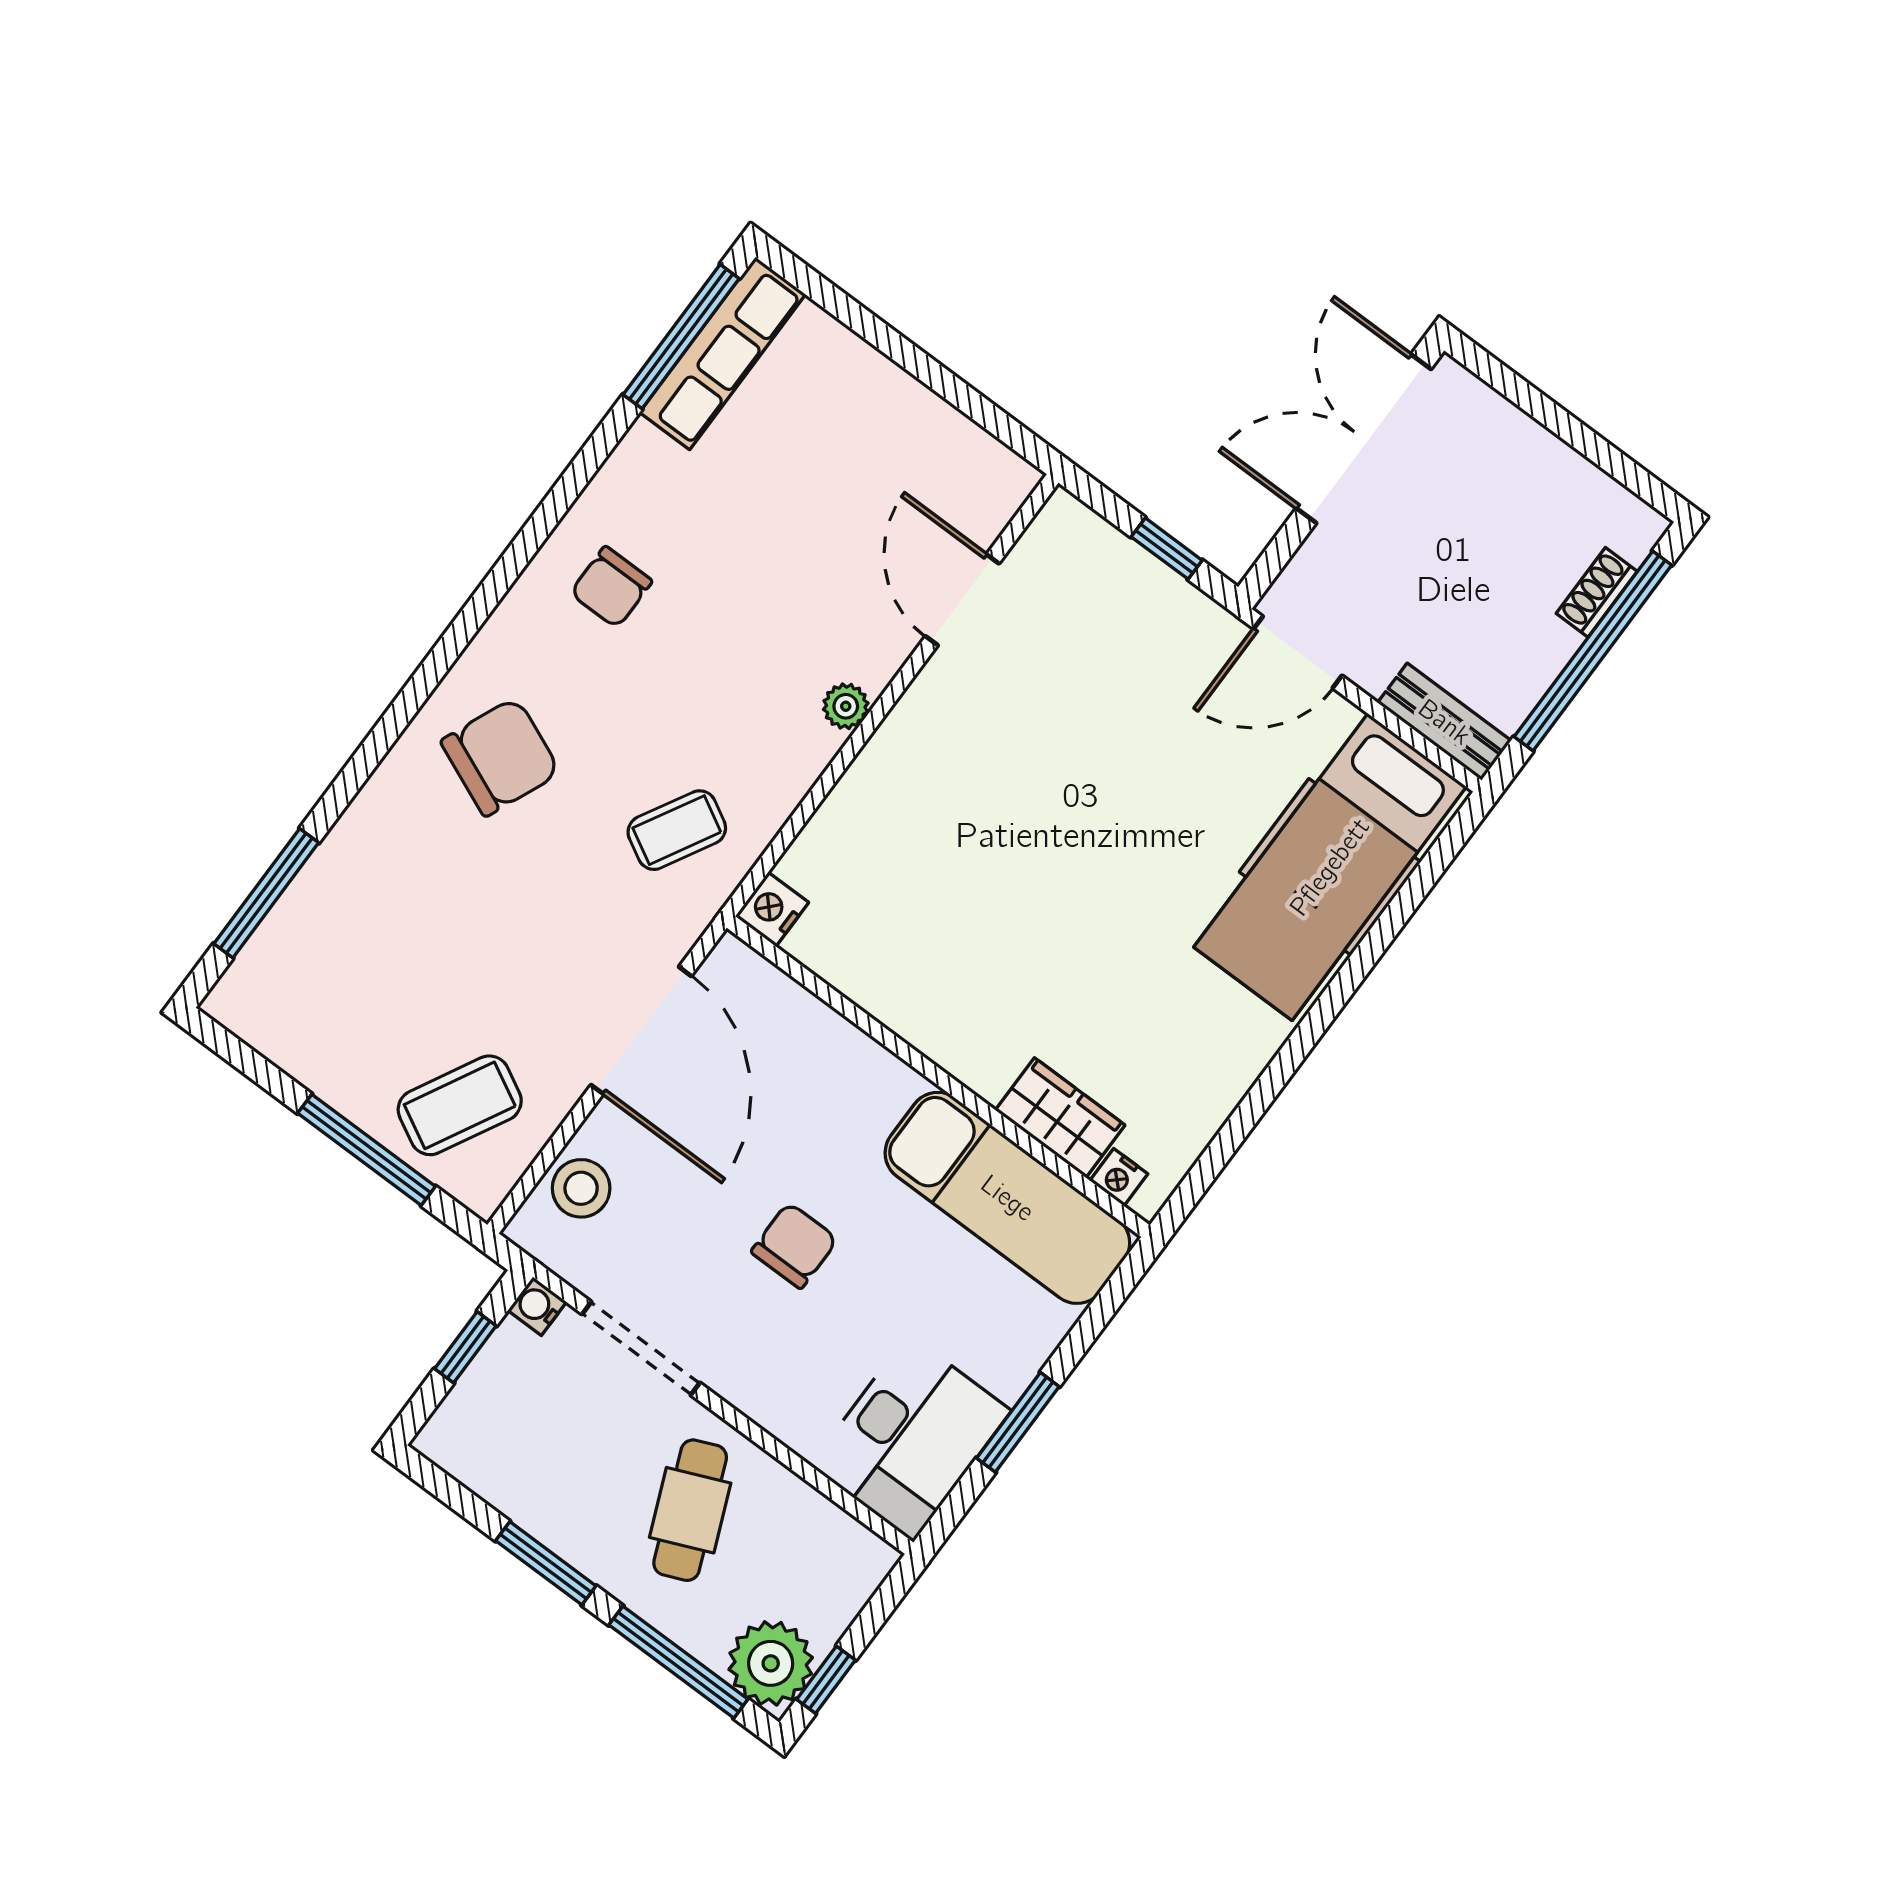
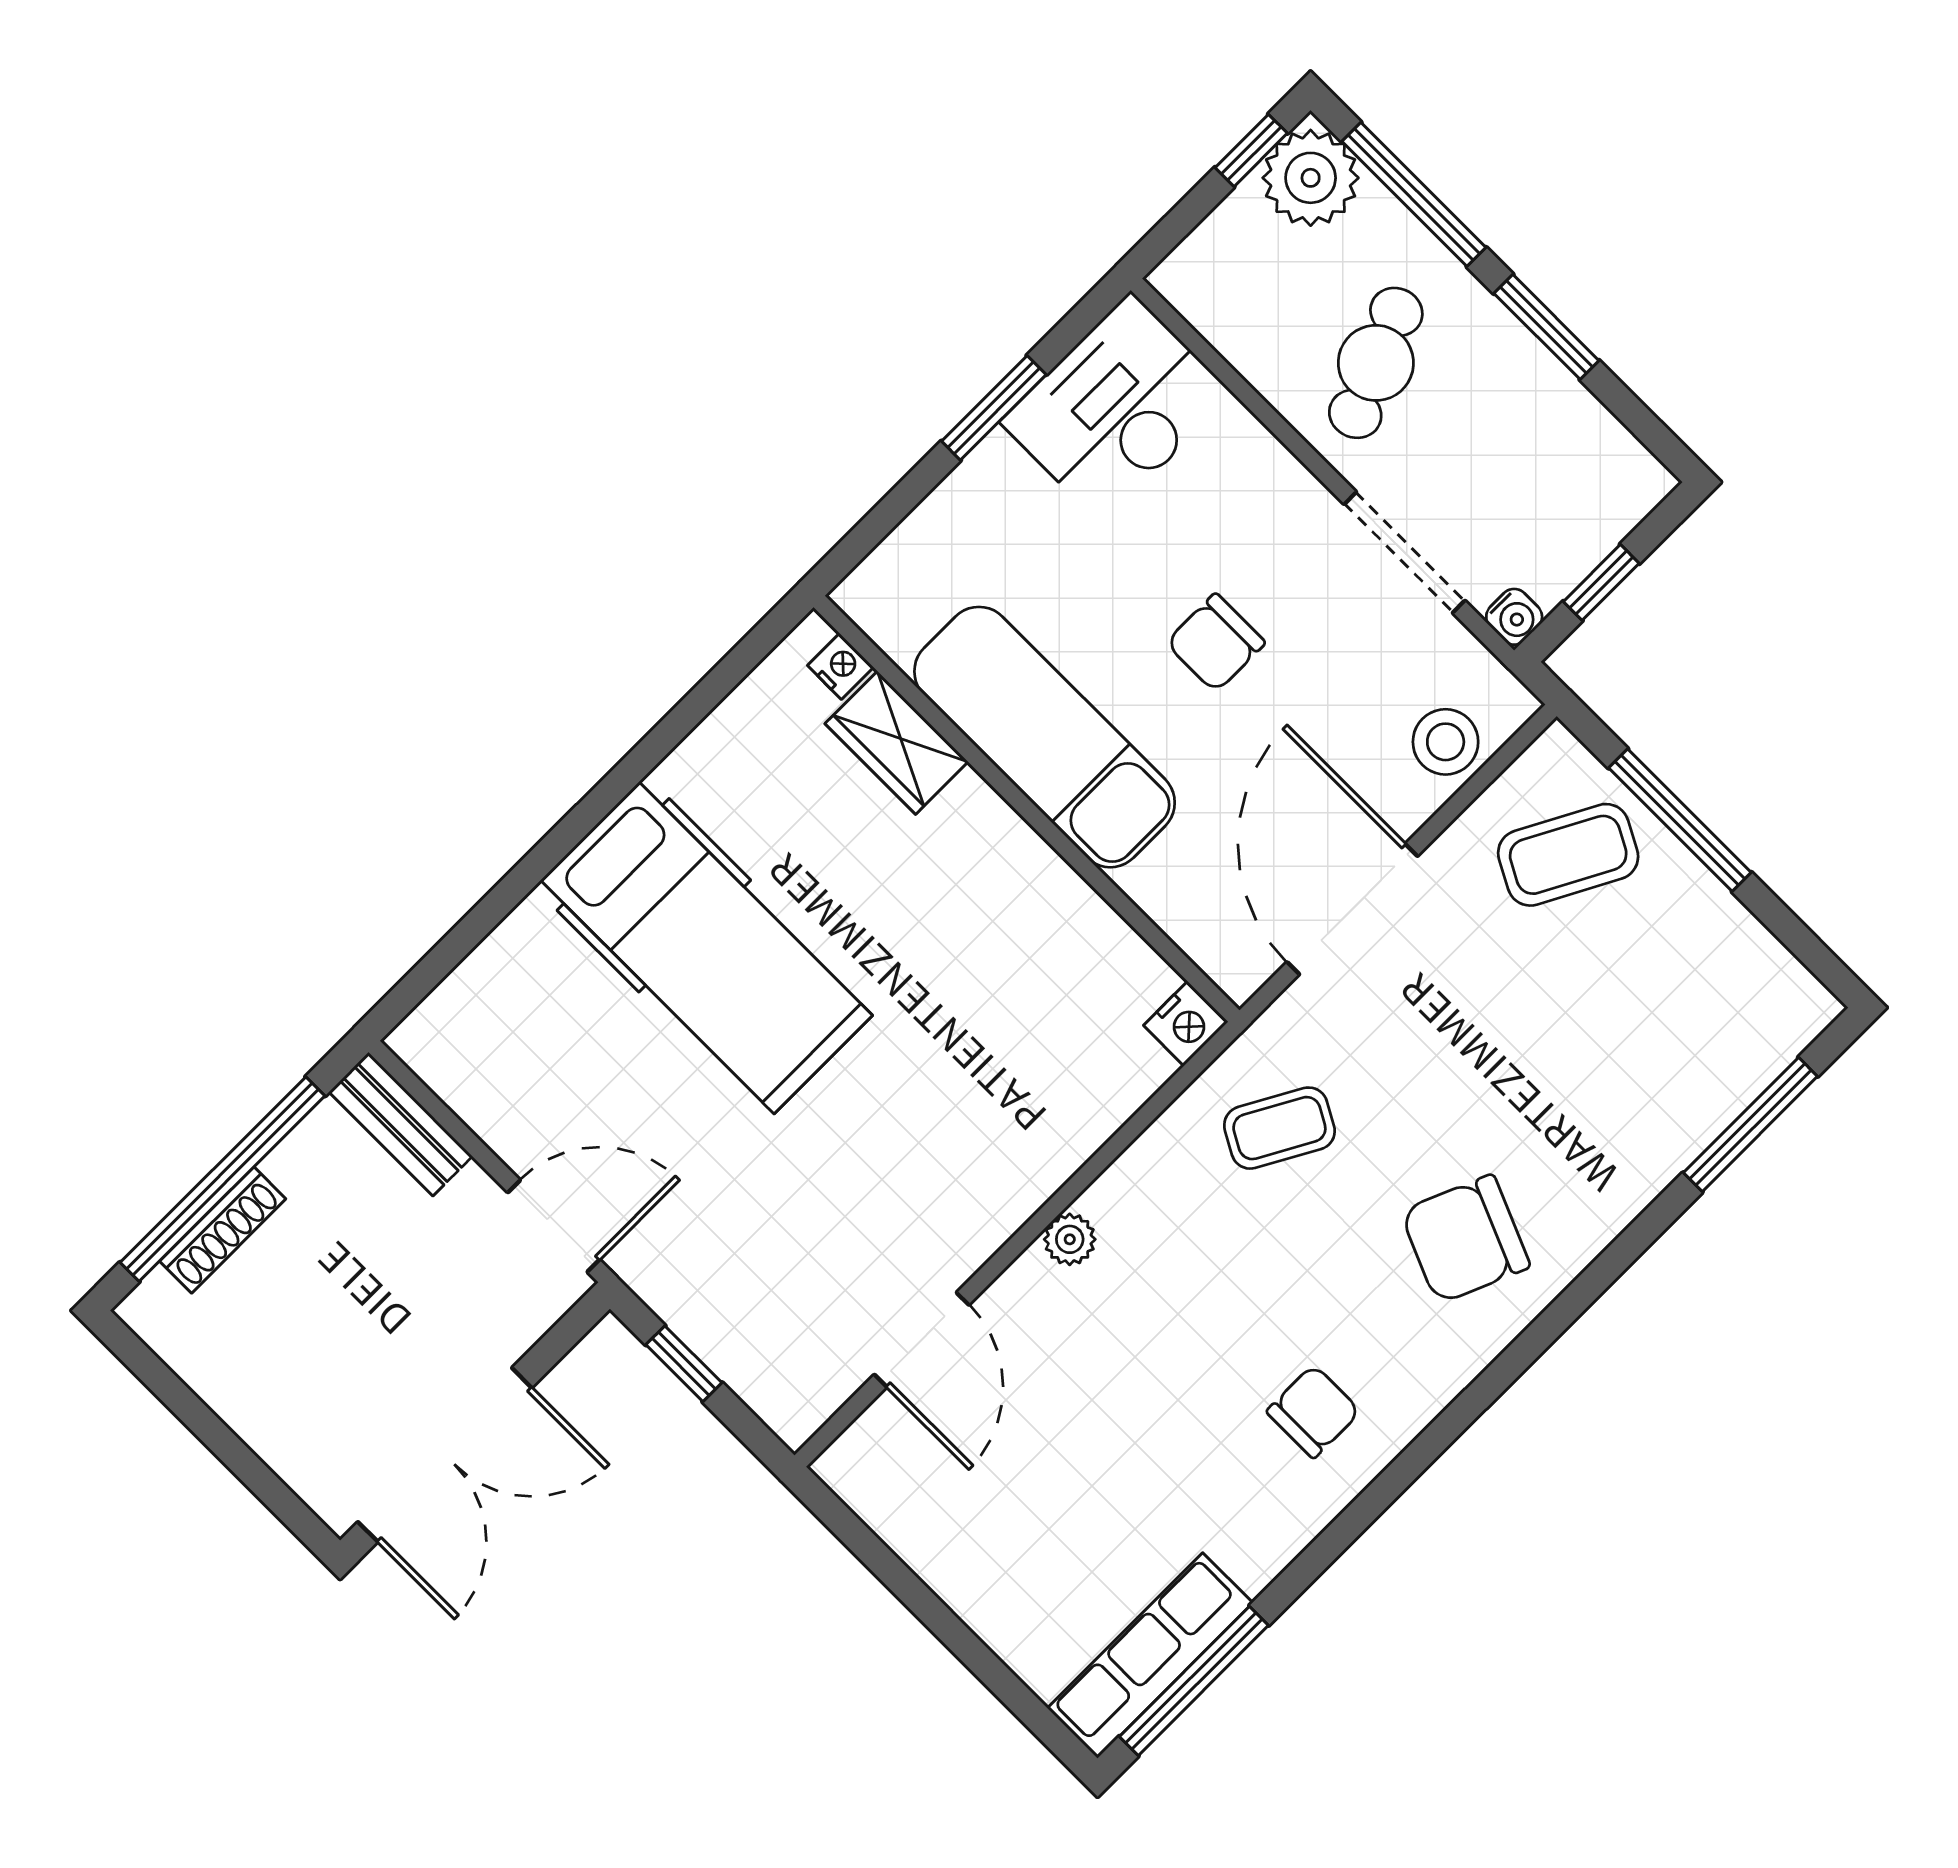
shoe rack: (1597, 592) -> (223, 1230), width x1.43
hospital bed: (1330, 867) -> (707, 948), moved, turned 90
exam couch: (1007, 1198) -> (1045, 737), moved

